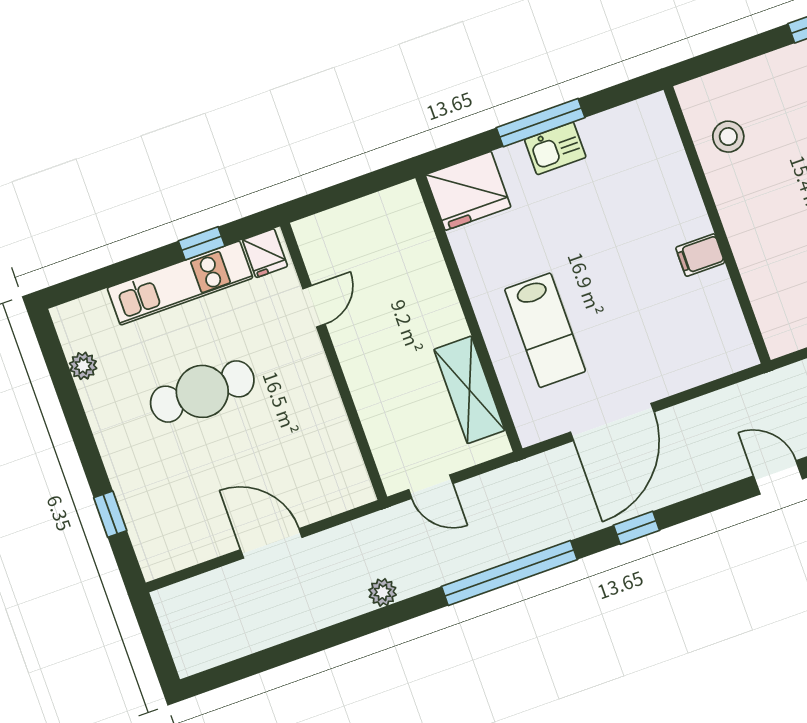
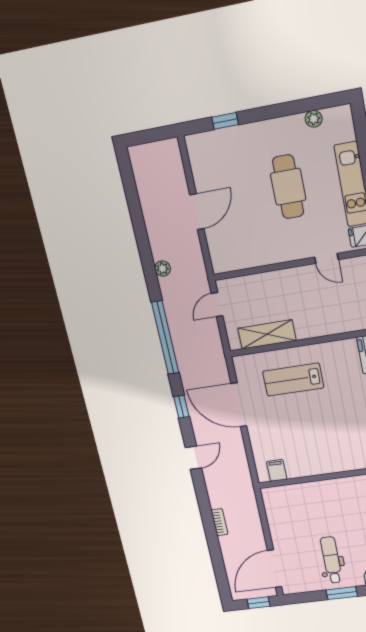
filing cabinet: (700, 255) -> (277, 470), moved
door: (778, 477) -> (193, 458), moved

